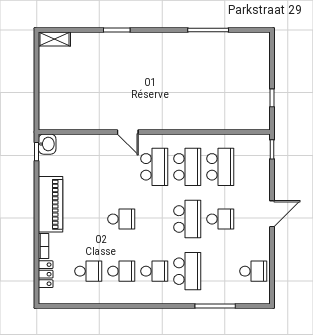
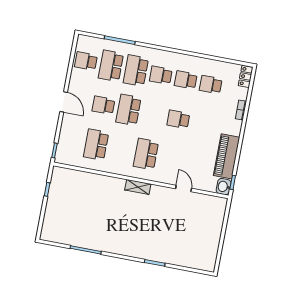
shelving: (54, 39) -> (138, 187), moved
door: (128, 132) -> (184, 188), moved
school desk: (187, 167) -> (111, 66), moved
piano: (51, 204) -> (227, 156), moved
door: (272, 214) -> (64, 102), swing flipped
locker: (46, 274) -> (246, 77), moved

